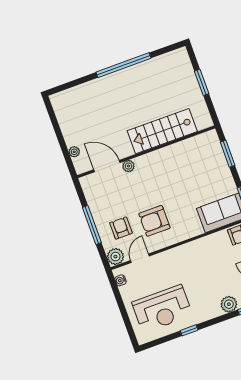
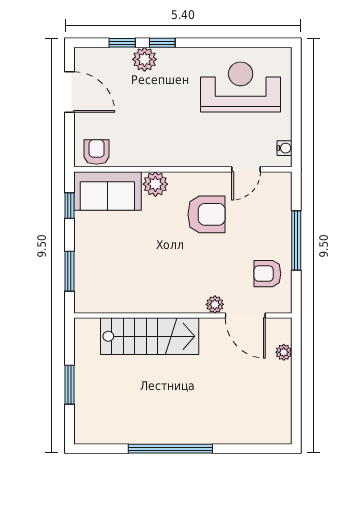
armchair: (121, 228) -> (267, 274), moved, turned 90
plant: (115, 257) -> (155, 184), moved
window: (189, 330) -> (162, 43), moved

